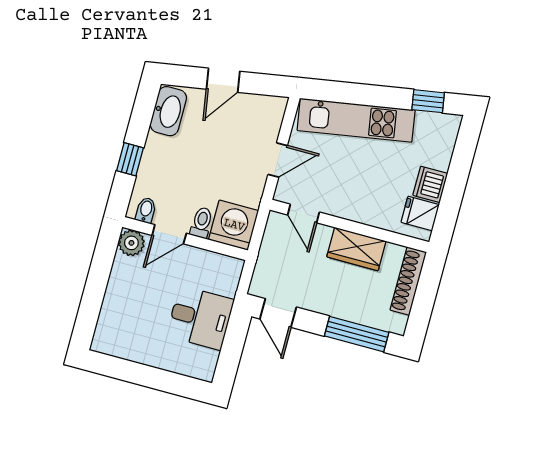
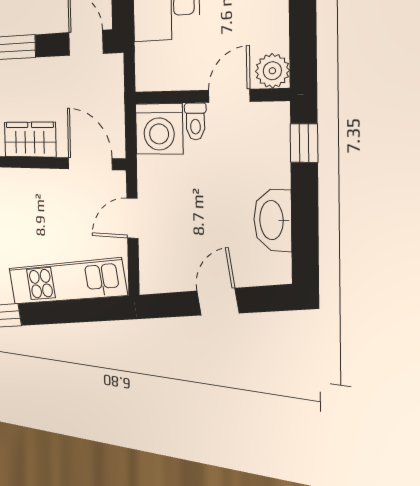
washbasin: (168, 111) -> (273, 220), moved
window: (130, 159) -> (304, 143), moved
bidet: (146, 210) -> (266, 118), removed
door: (303, 213) -> (90, 164), width x1.38

